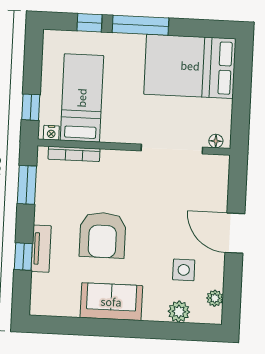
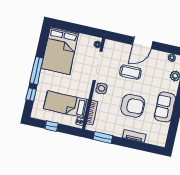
window: (31, 107) -> (52, 126), moved
coffee table: (171, 218) -> (130, 72), added
window: (23, 257) -> (136, 145), removed
side table: (184, 270) -> (102, 88), moved

